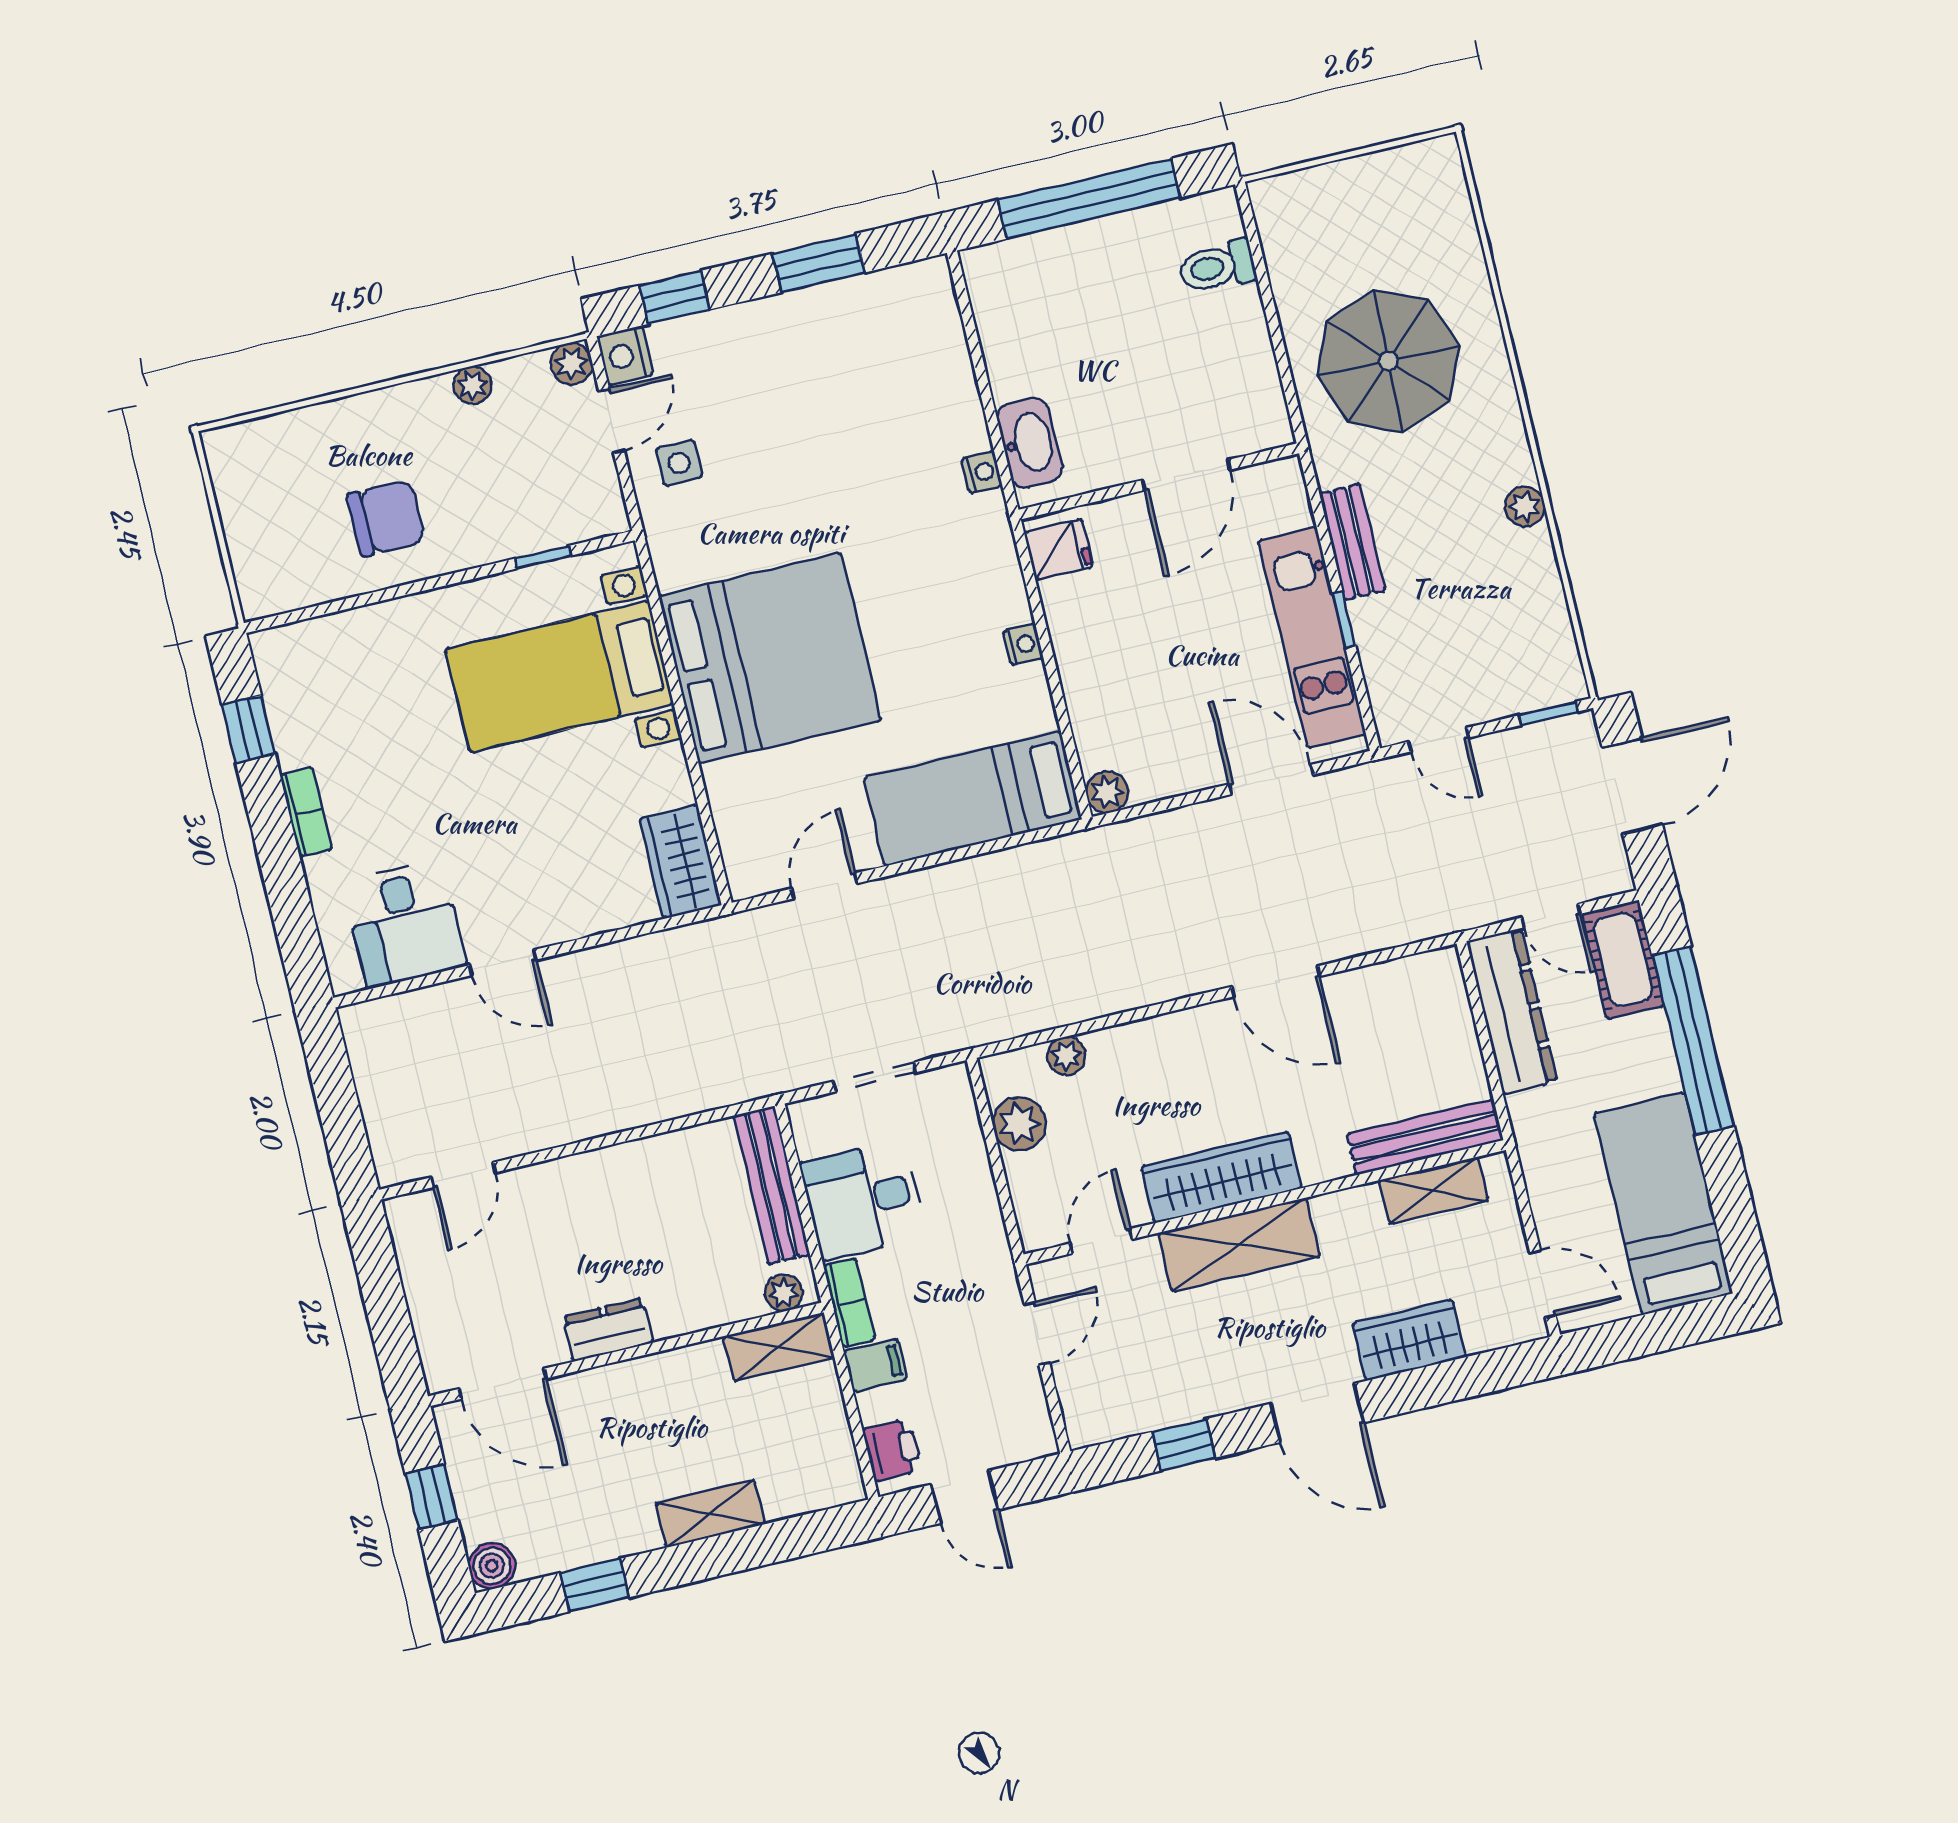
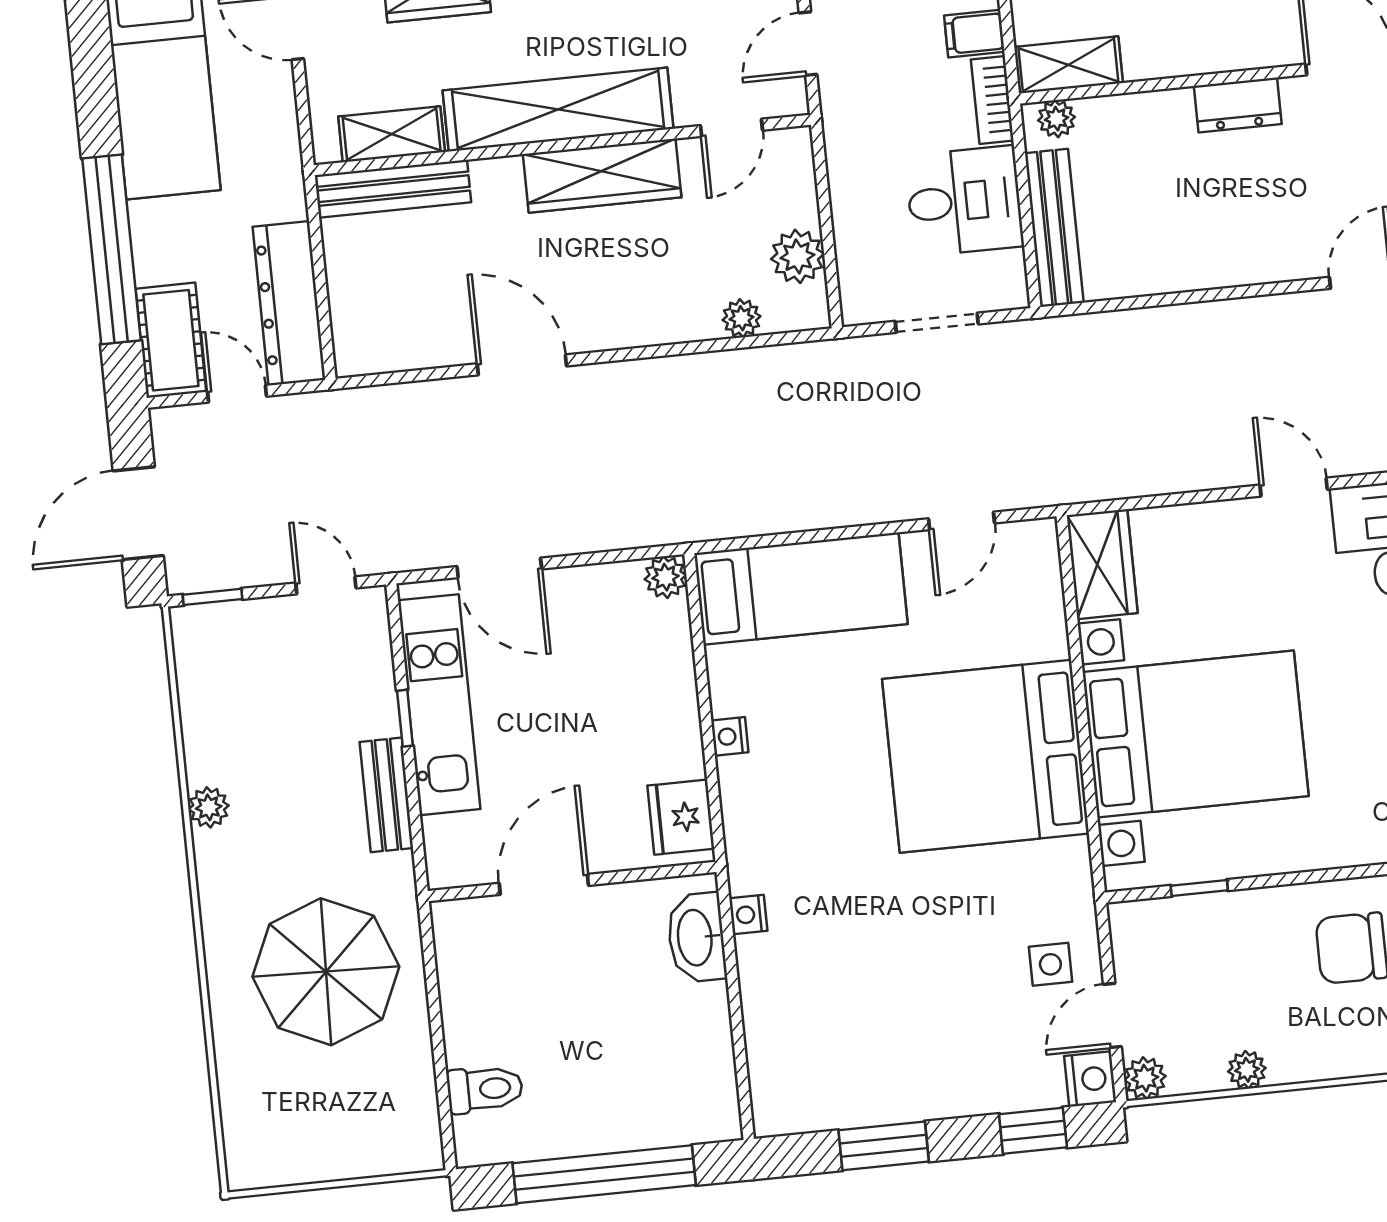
fridge: (1058, 549) -> (681, 817), width x1.38
bed with nightstands: (559, 676) -> (1196, 734), width x1.36
shelving: (1239, 1245) -> (558, 109), width x1.47

